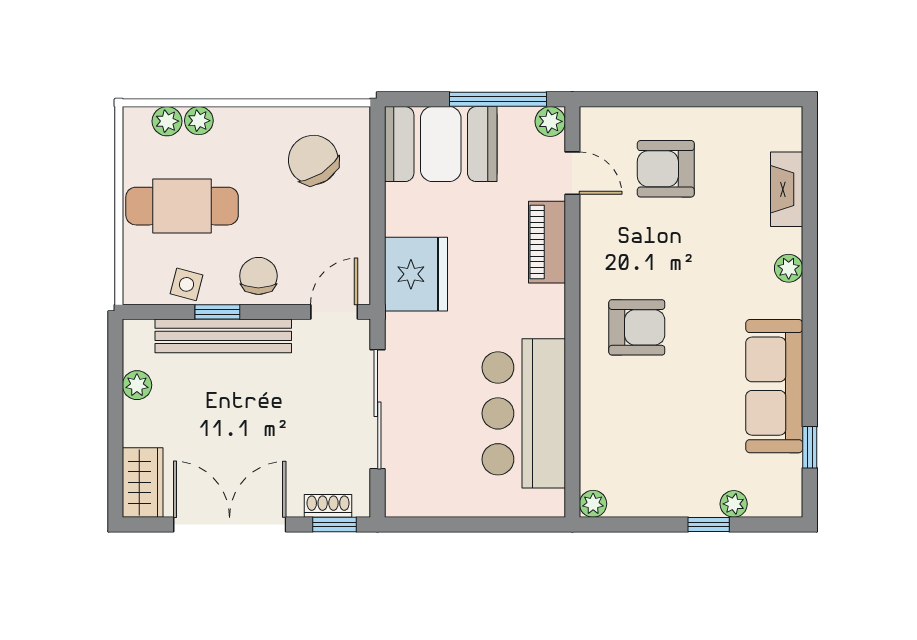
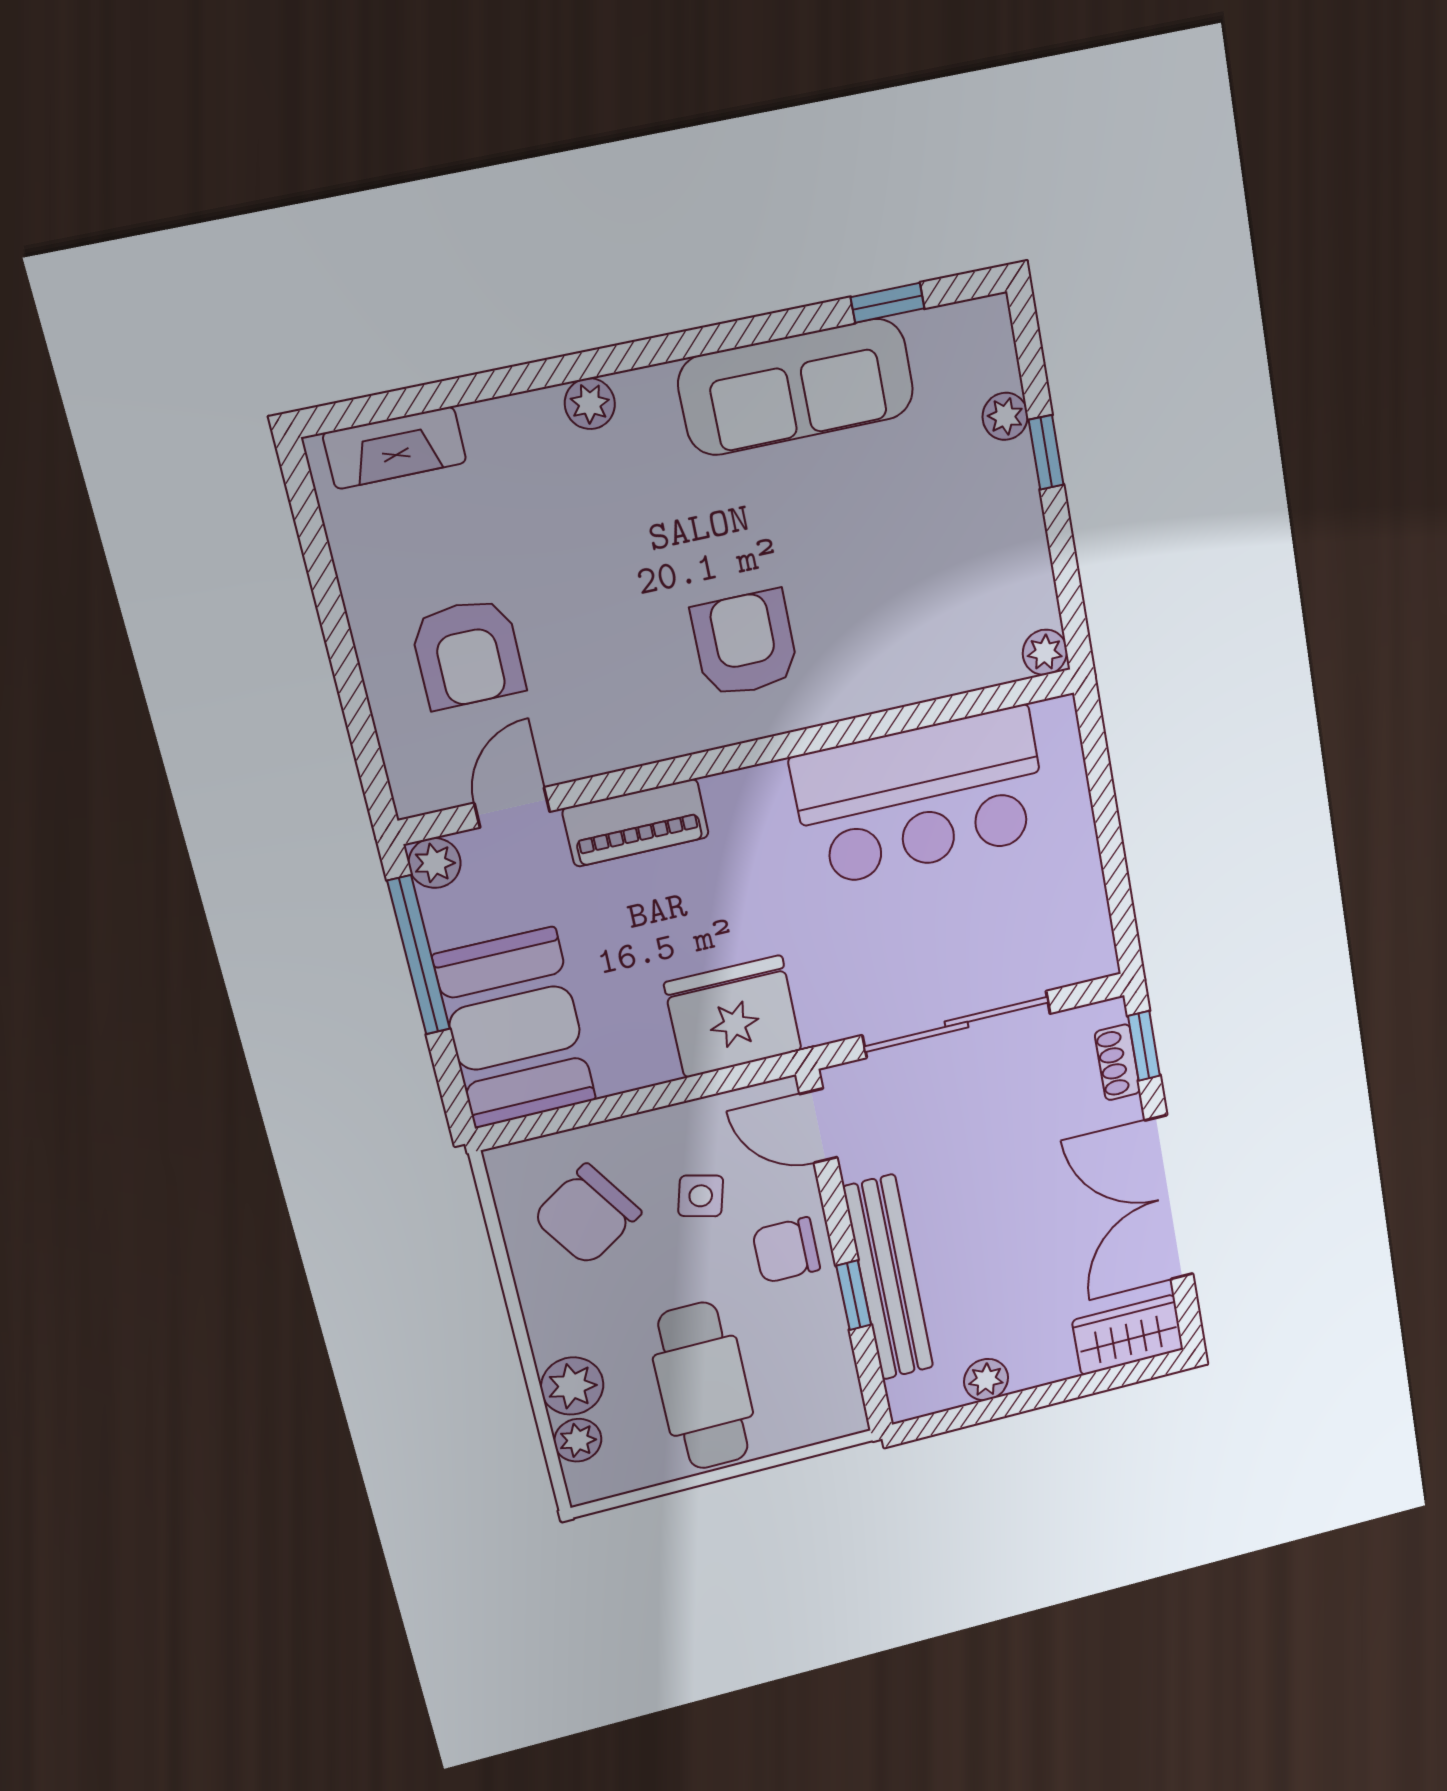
plant: (199, 121) -> (572, 1386), width x1.38, depth x1.38
fireplace: (787, 189) -> (395, 448), moved
side table: (187, 284) -> (701, 1196), moved

